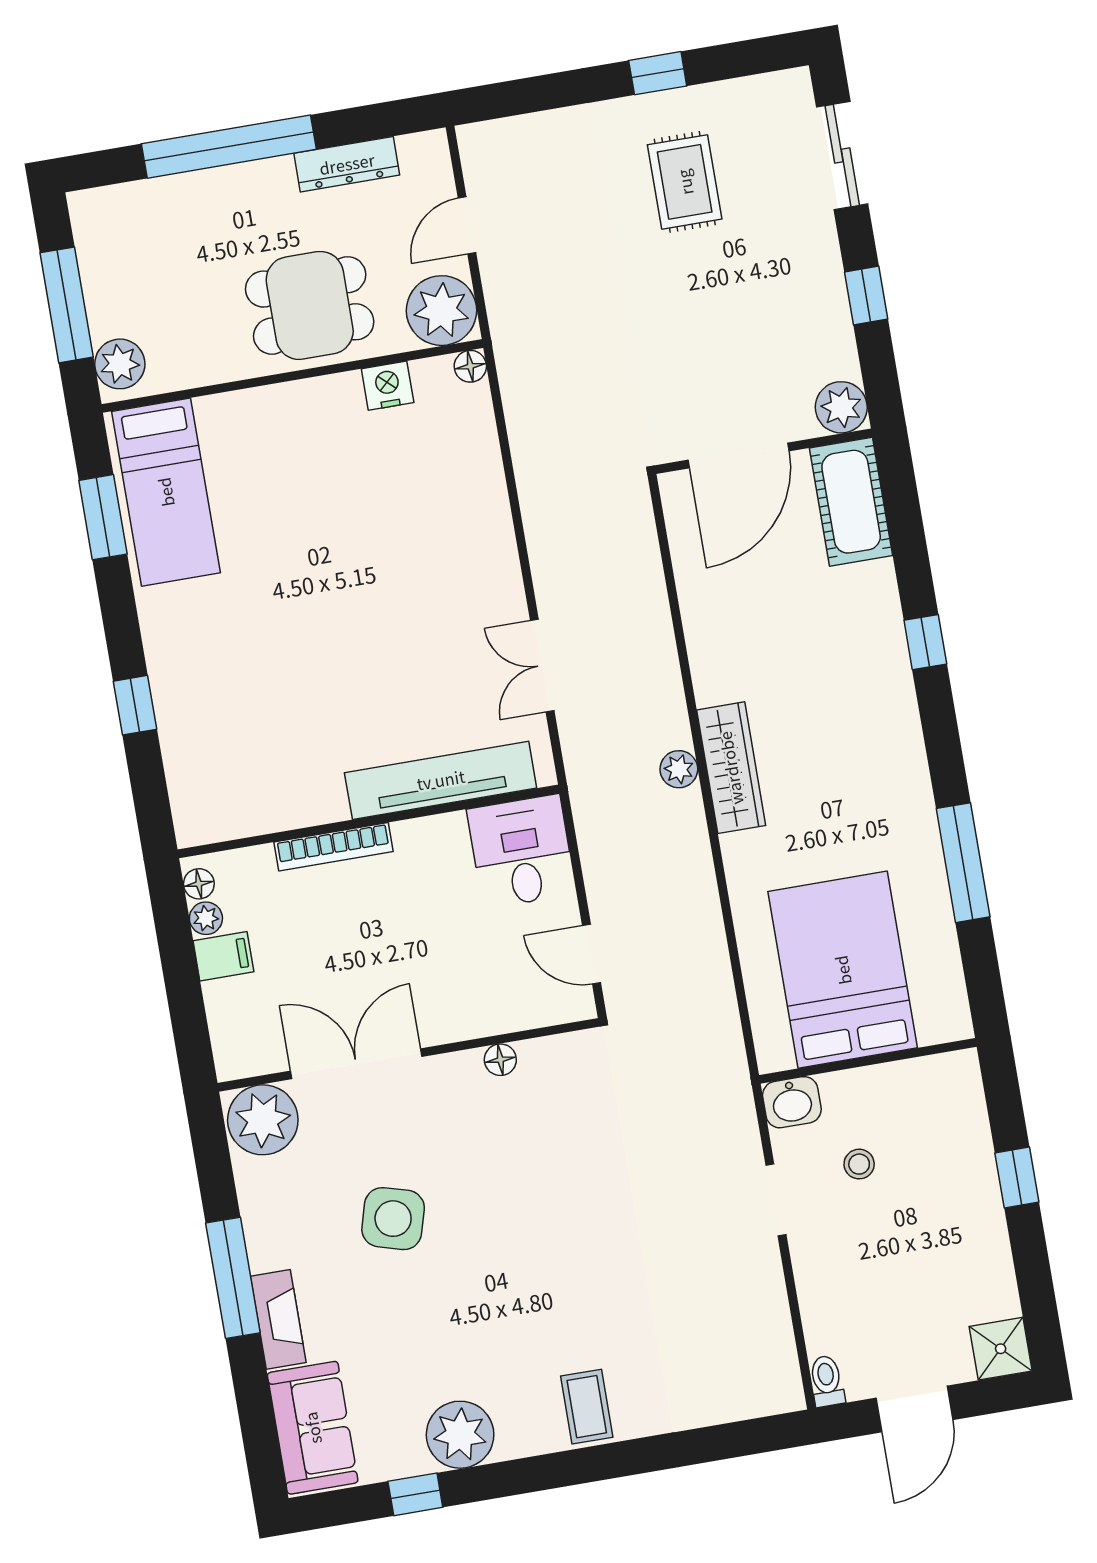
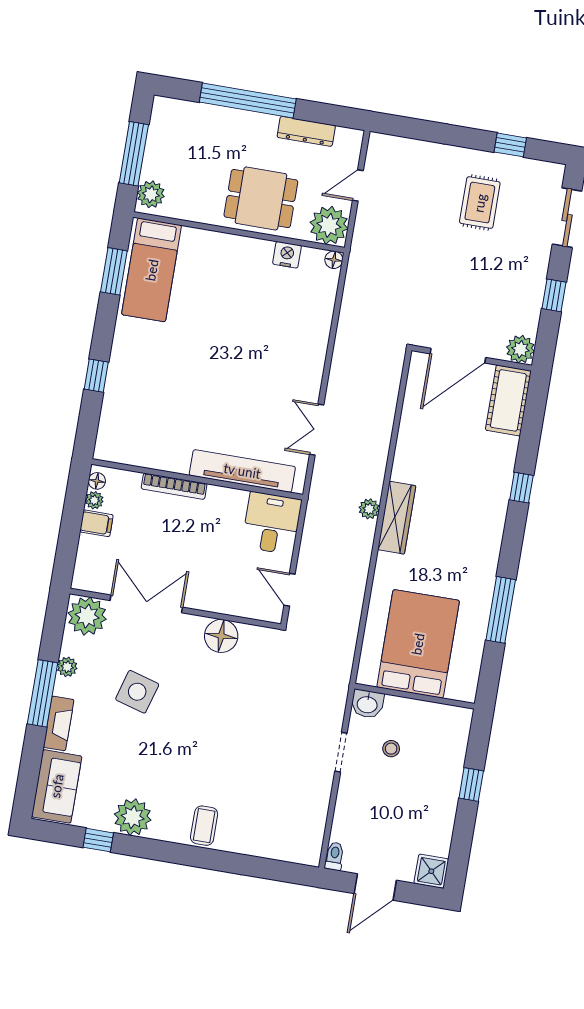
window: (658, 73) -> (510, 145), moved
floor lamp: (500, 1060) -> (221, 636), width x1.89, depth x1.89
plant: (259, 1218) -> (67, 667), added

